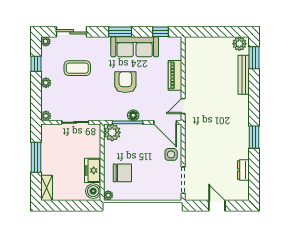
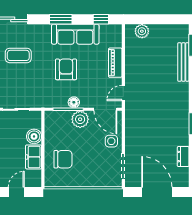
plant: (239, 44) -> (142, 31), moved
plant: (112, 132) -> (80, 119), moved
boiler: (93, 191) -> (34, 136), moved
plant: (108, 195) -> (49, 182), removed
door: (75, 206) -> (16, 192), added
door: (217, 206) -> (157, 192), width x1.88

